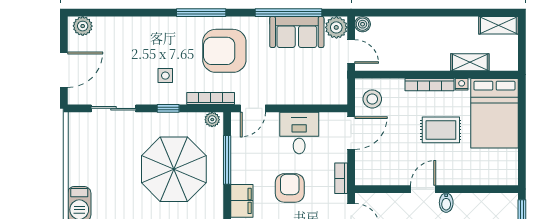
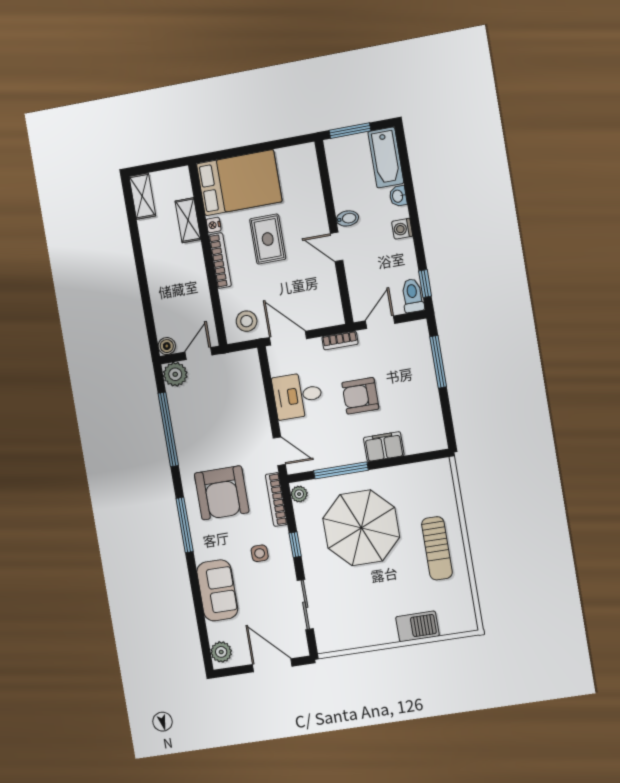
sofa: (297, 32) -> (217, 590), moved

